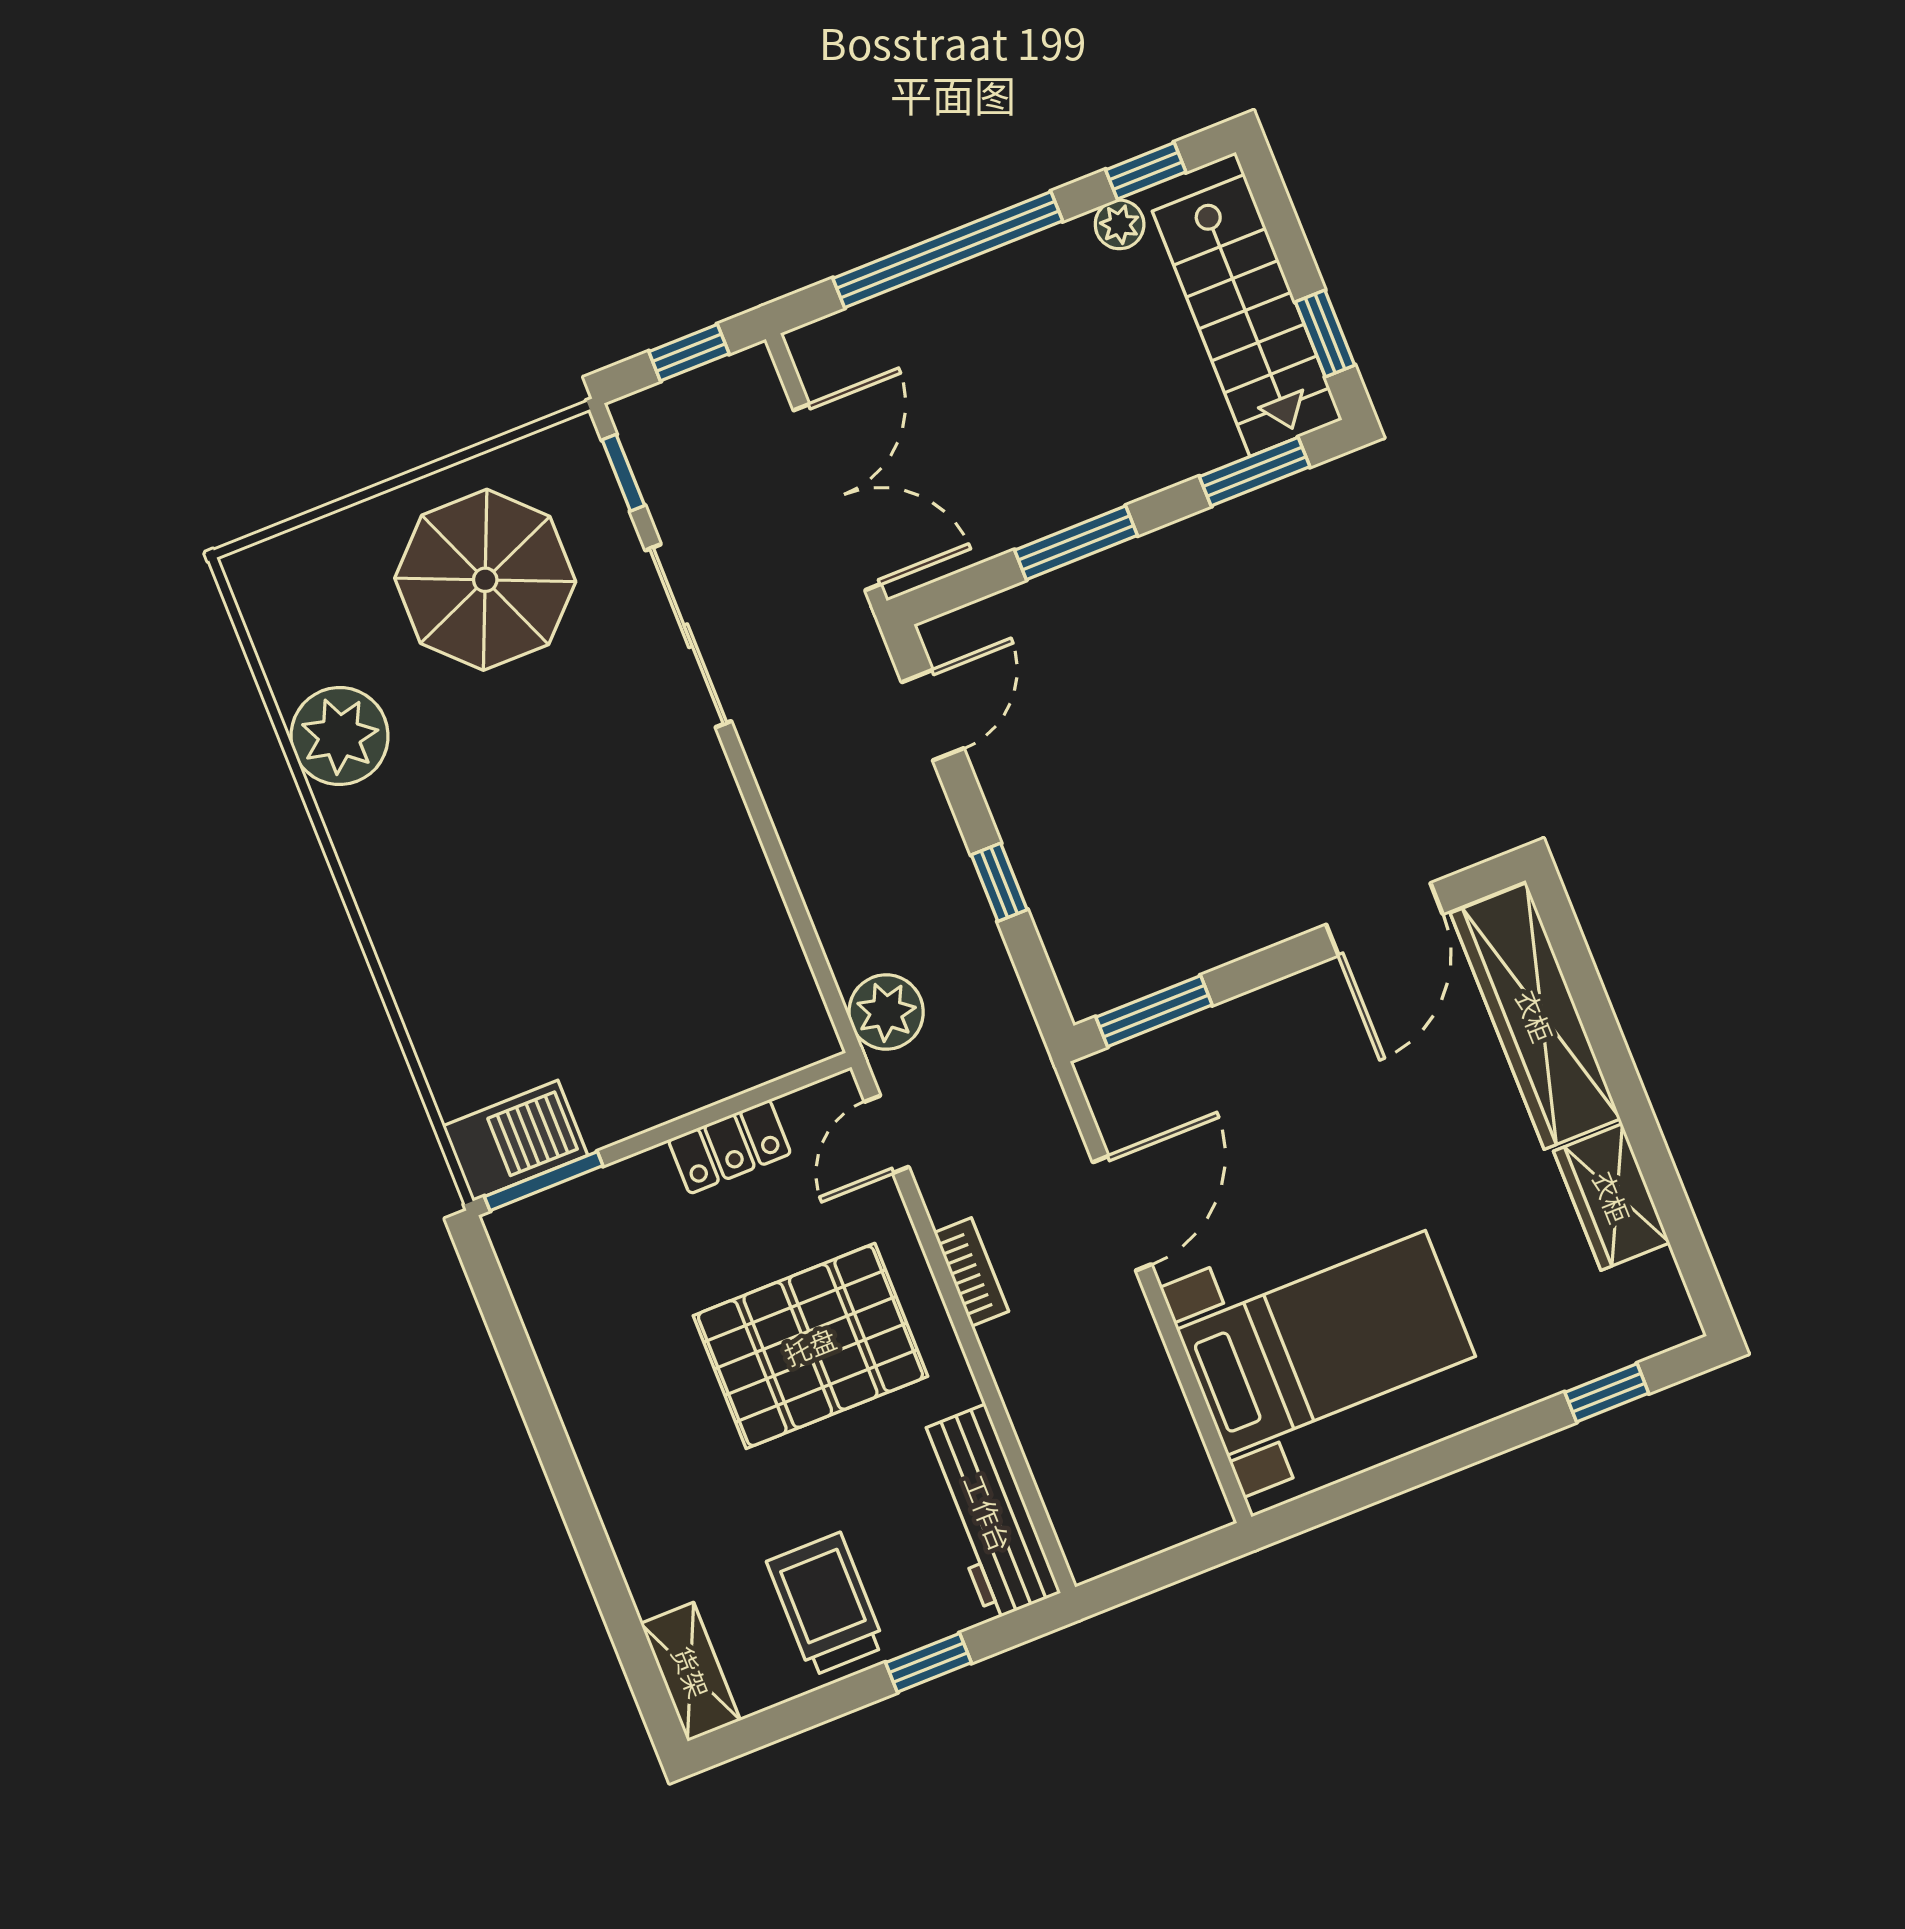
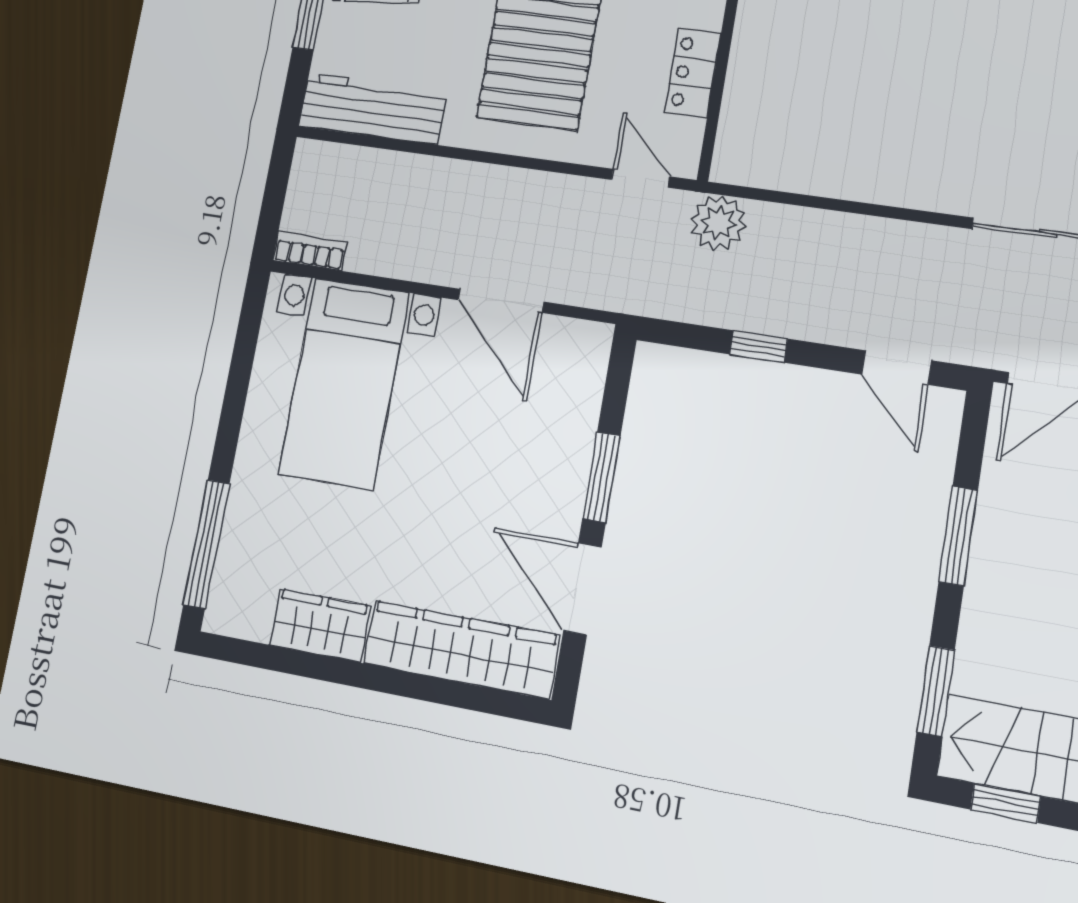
window: (1154, 1011) -> (601, 477), moved
bookcase: (971, 1272) -> (310, 251), moved, turned 180
window: (1607, 1393) -> (206, 544), width x2.17

